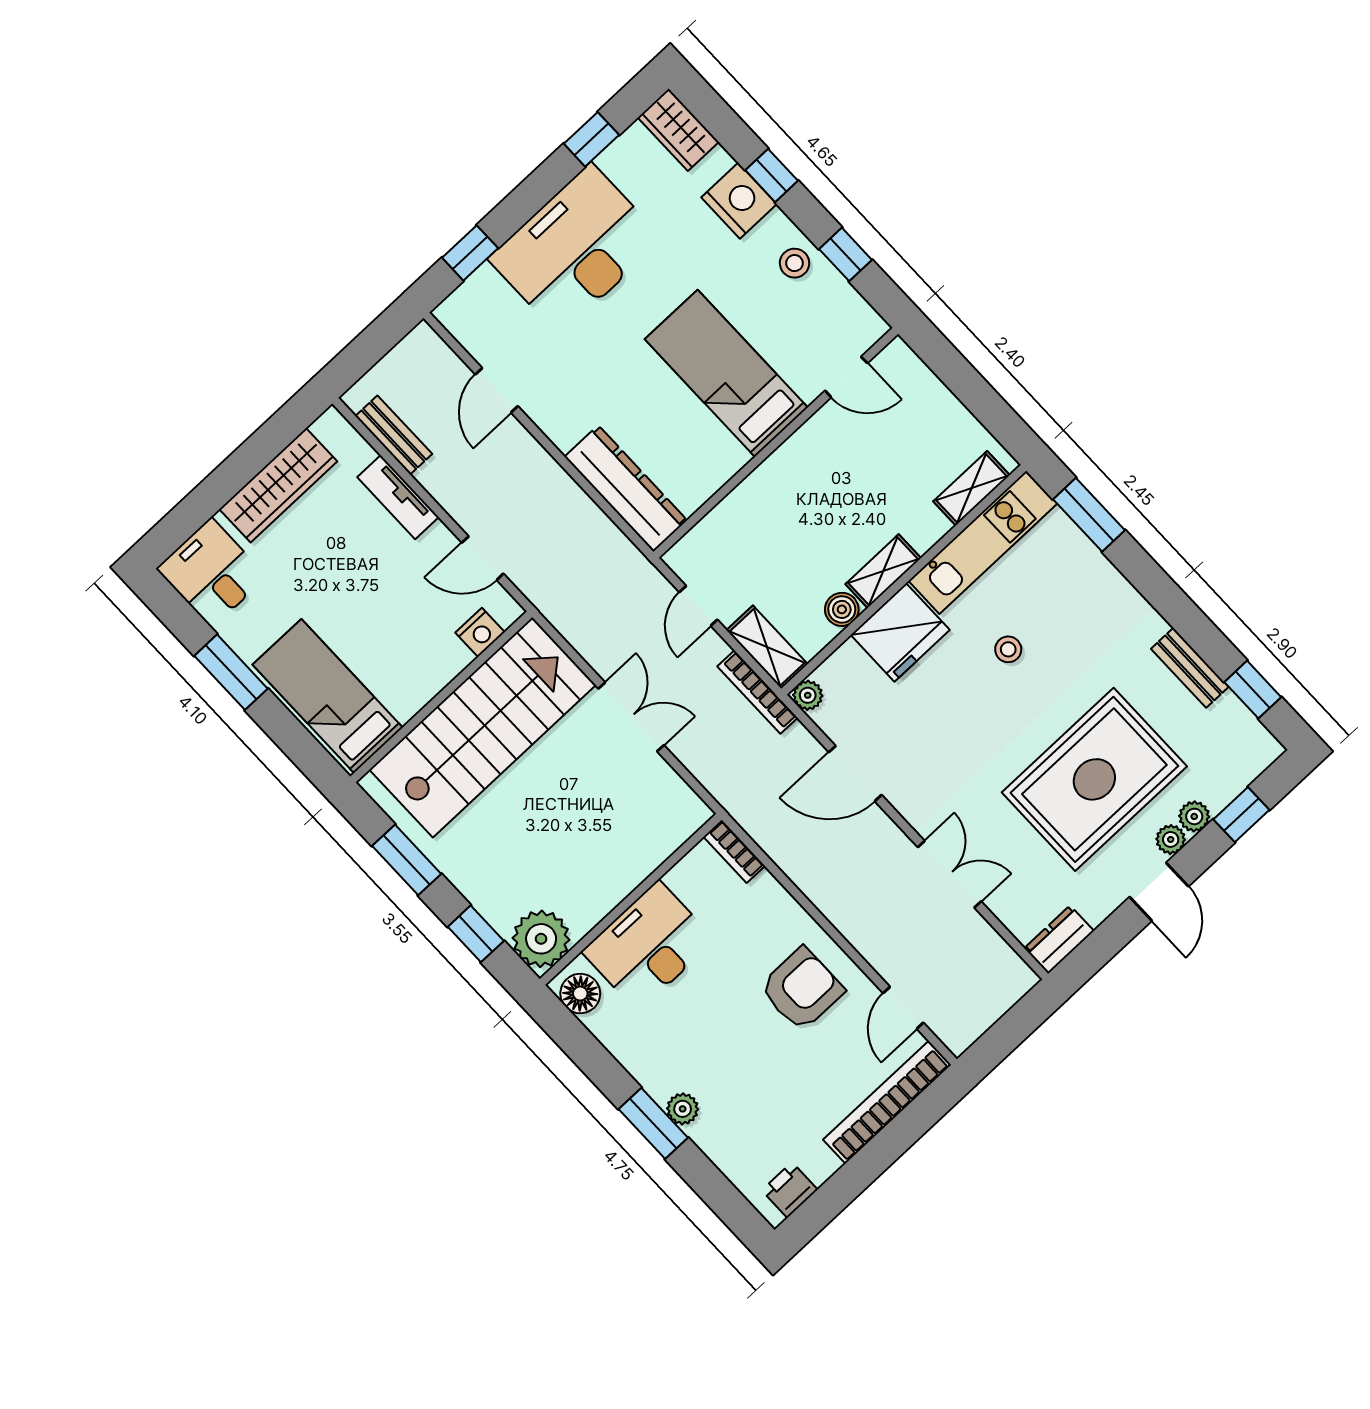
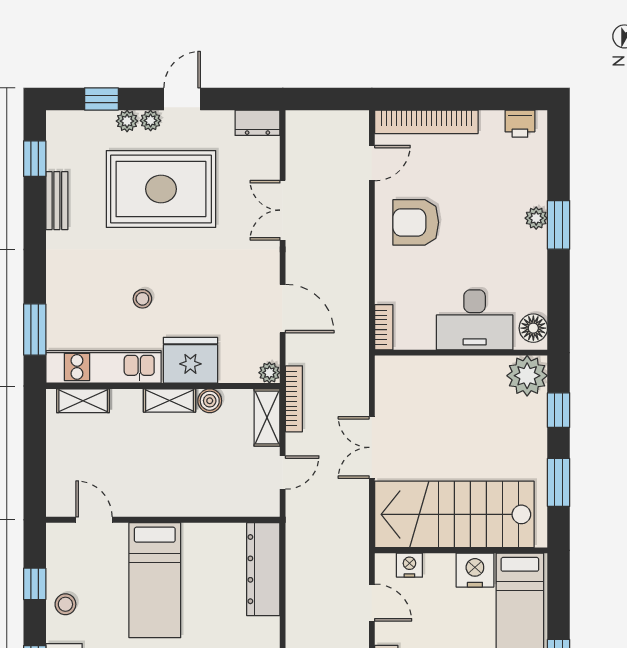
nightstand: (408, 690) -> (475, 570), added

